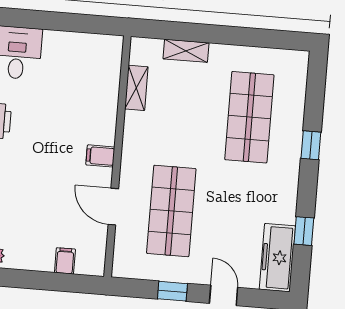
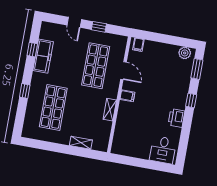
shelving: (136, 88) -> (110, 110), moved
freezer: (277, 258) -> (43, 56), moved
filing cabinet: (65, 261) -> (138, 45), moved

